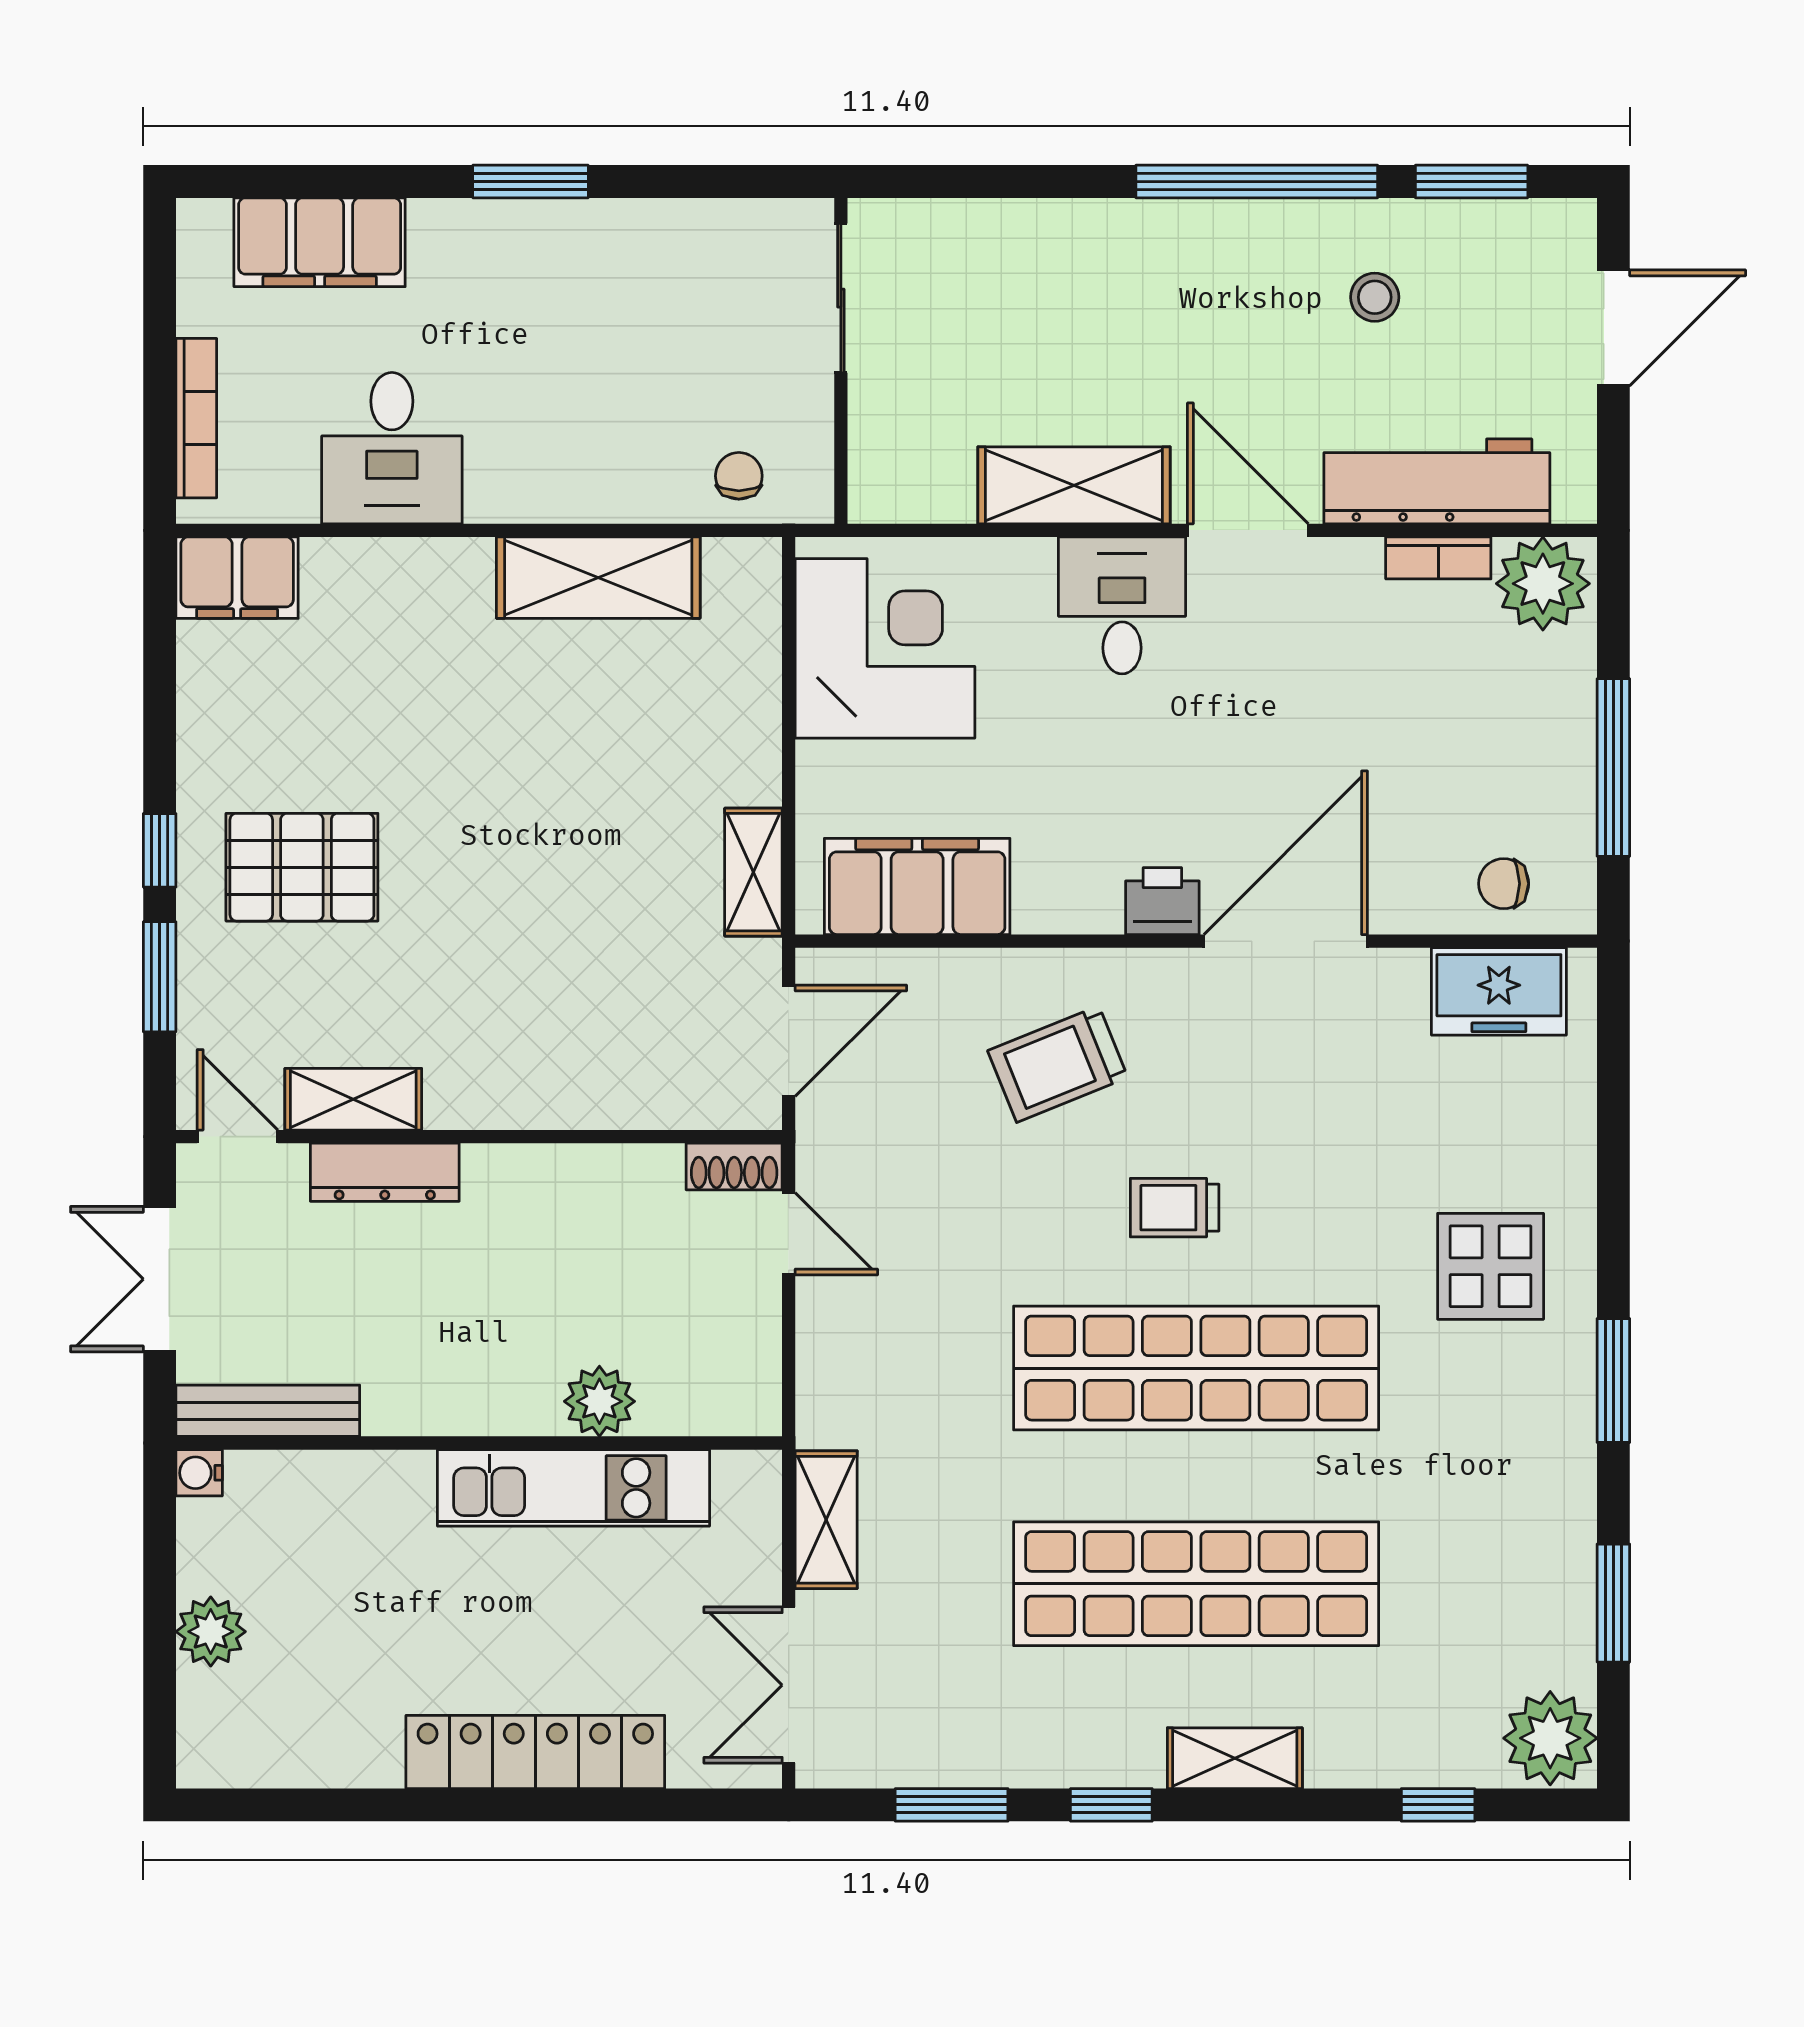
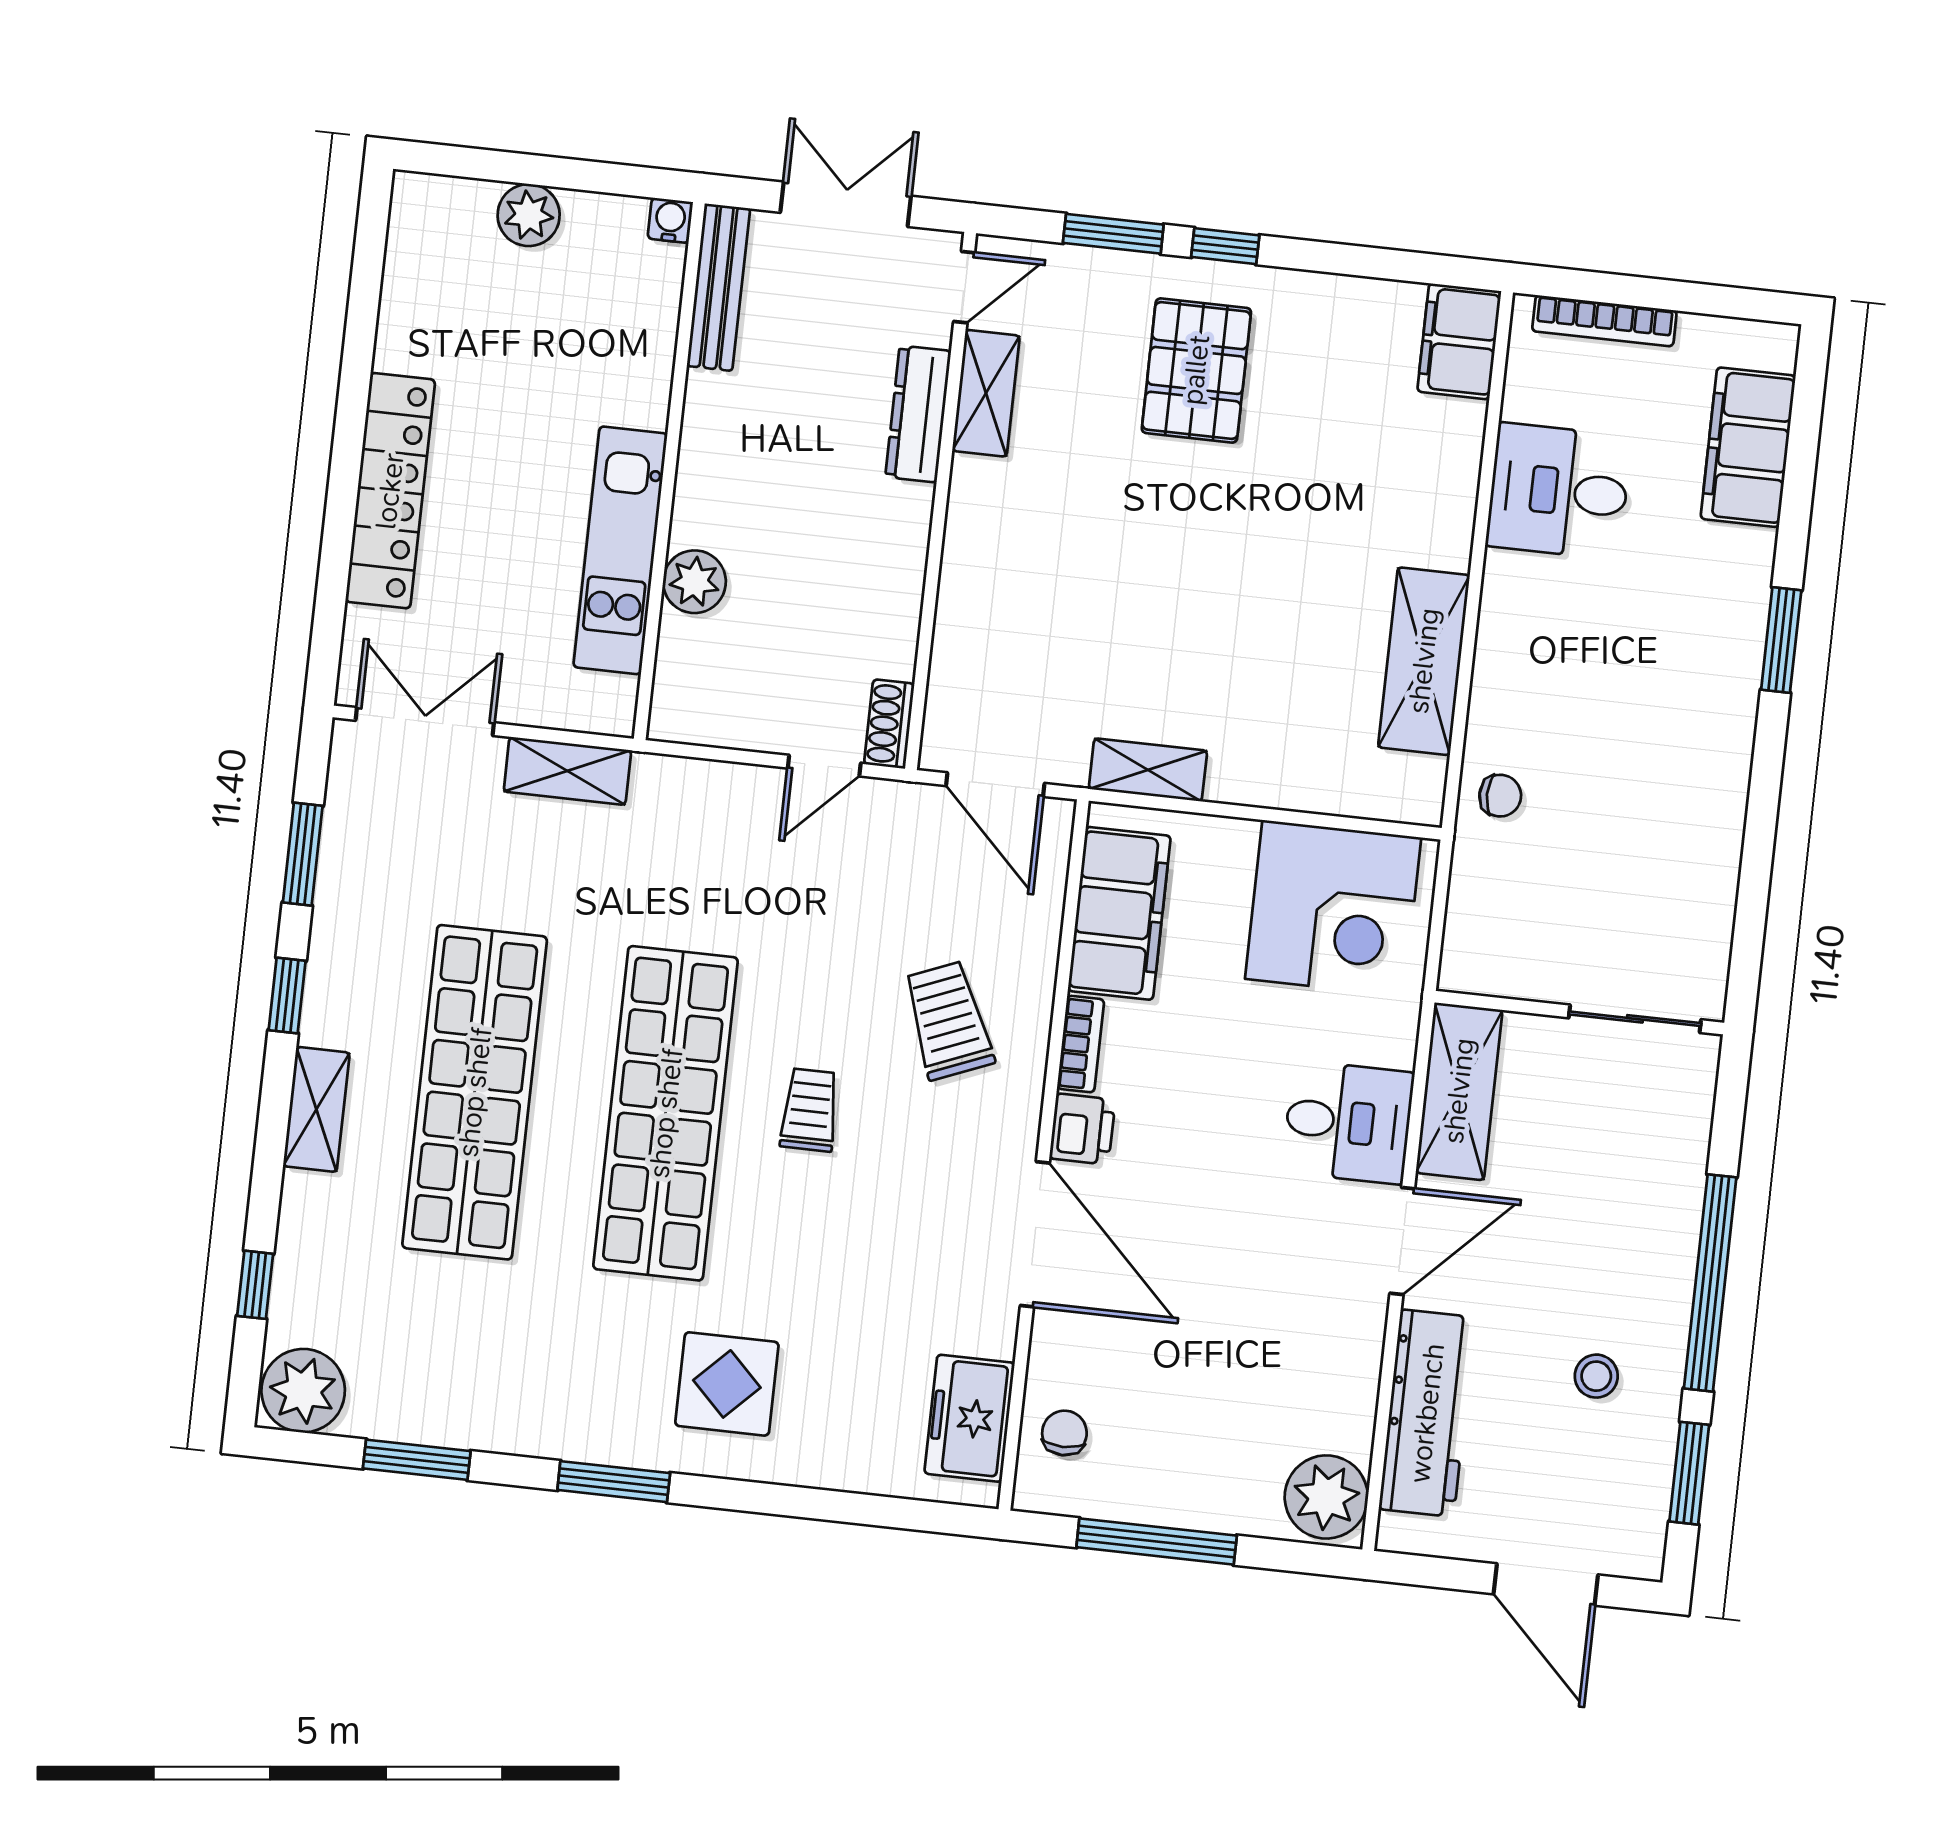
sliding door: (841, 298) -> (1635, 1019), moved
wall: (841, 361) -> (1579, 1013), moved
bookcase: (1438, 558) -> (1081, 1044), moved, turned 180

